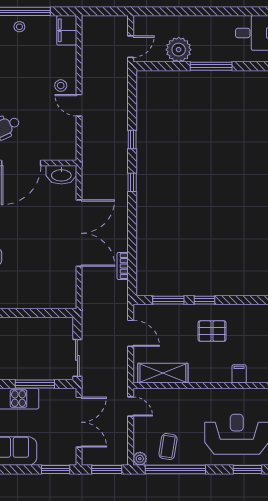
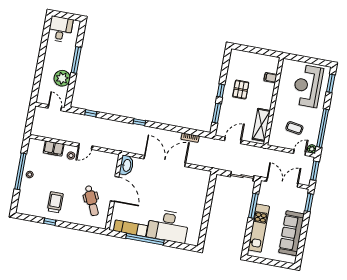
filing cabinet: (67, 30) -> (54, 149), moved
window: (132, 139) -> (91, 113), moved
door: (131, 406) -> (300, 153), moved
coffee table: (168, 447) -> (294, 128), moved

